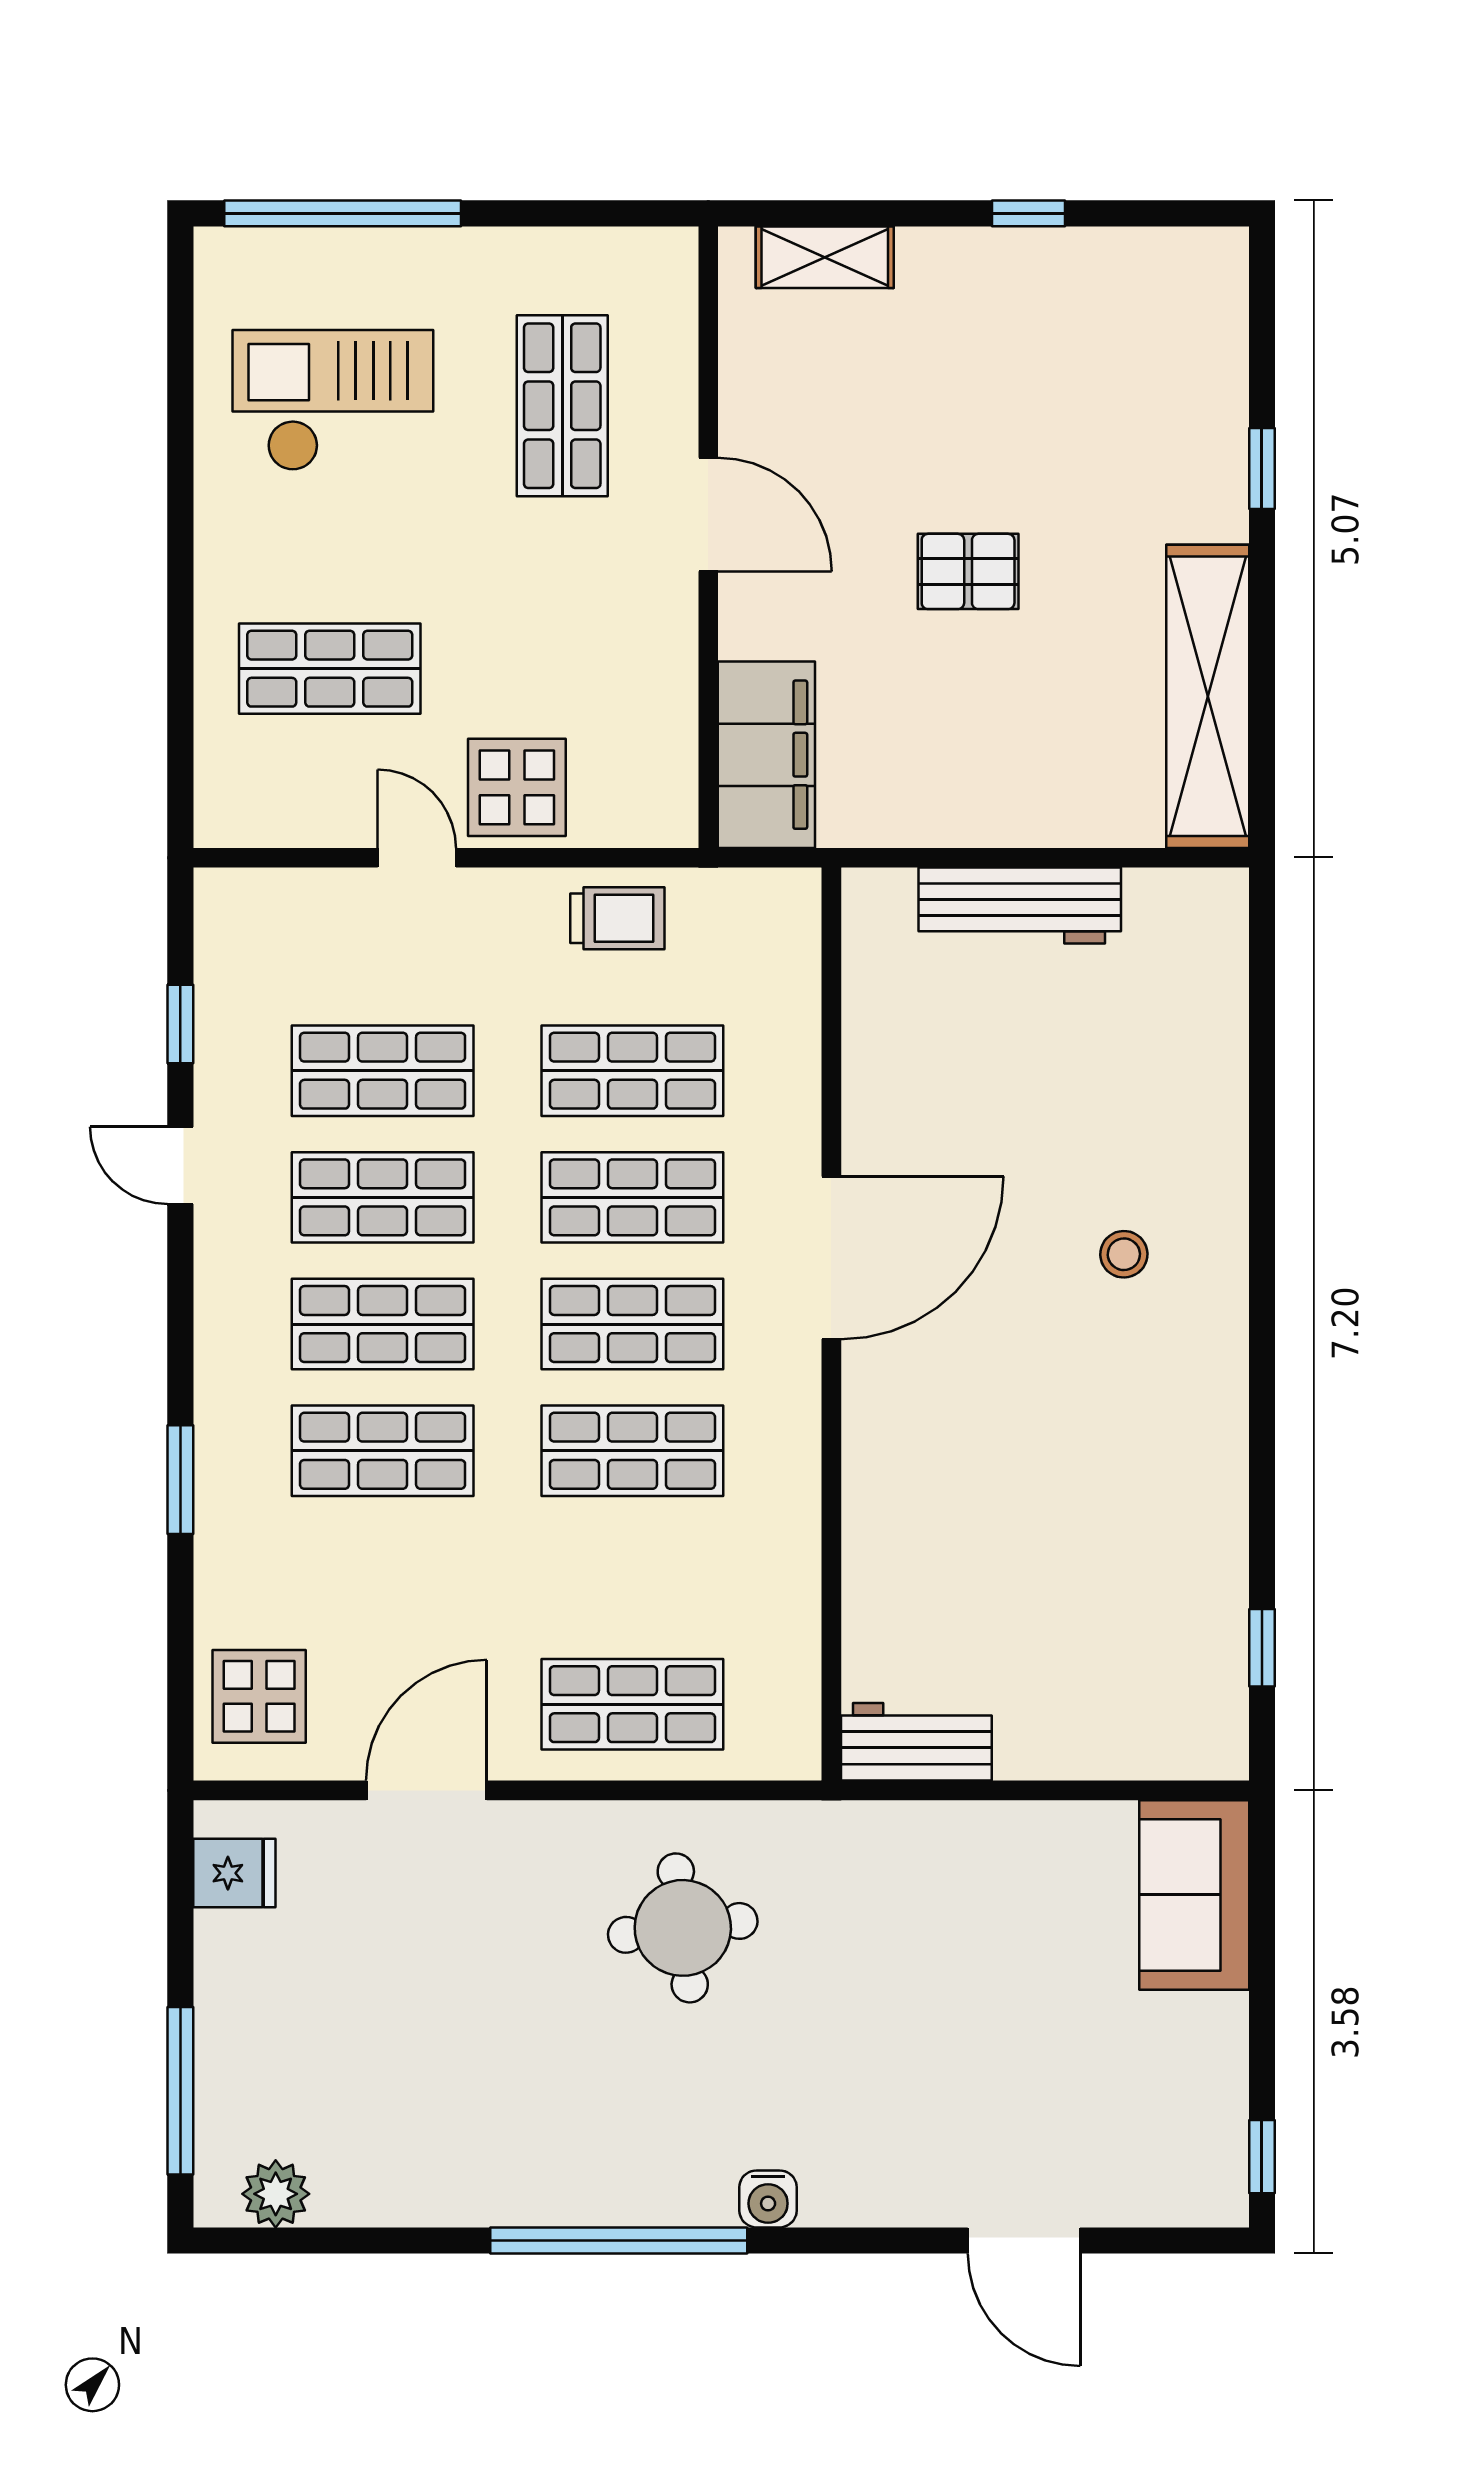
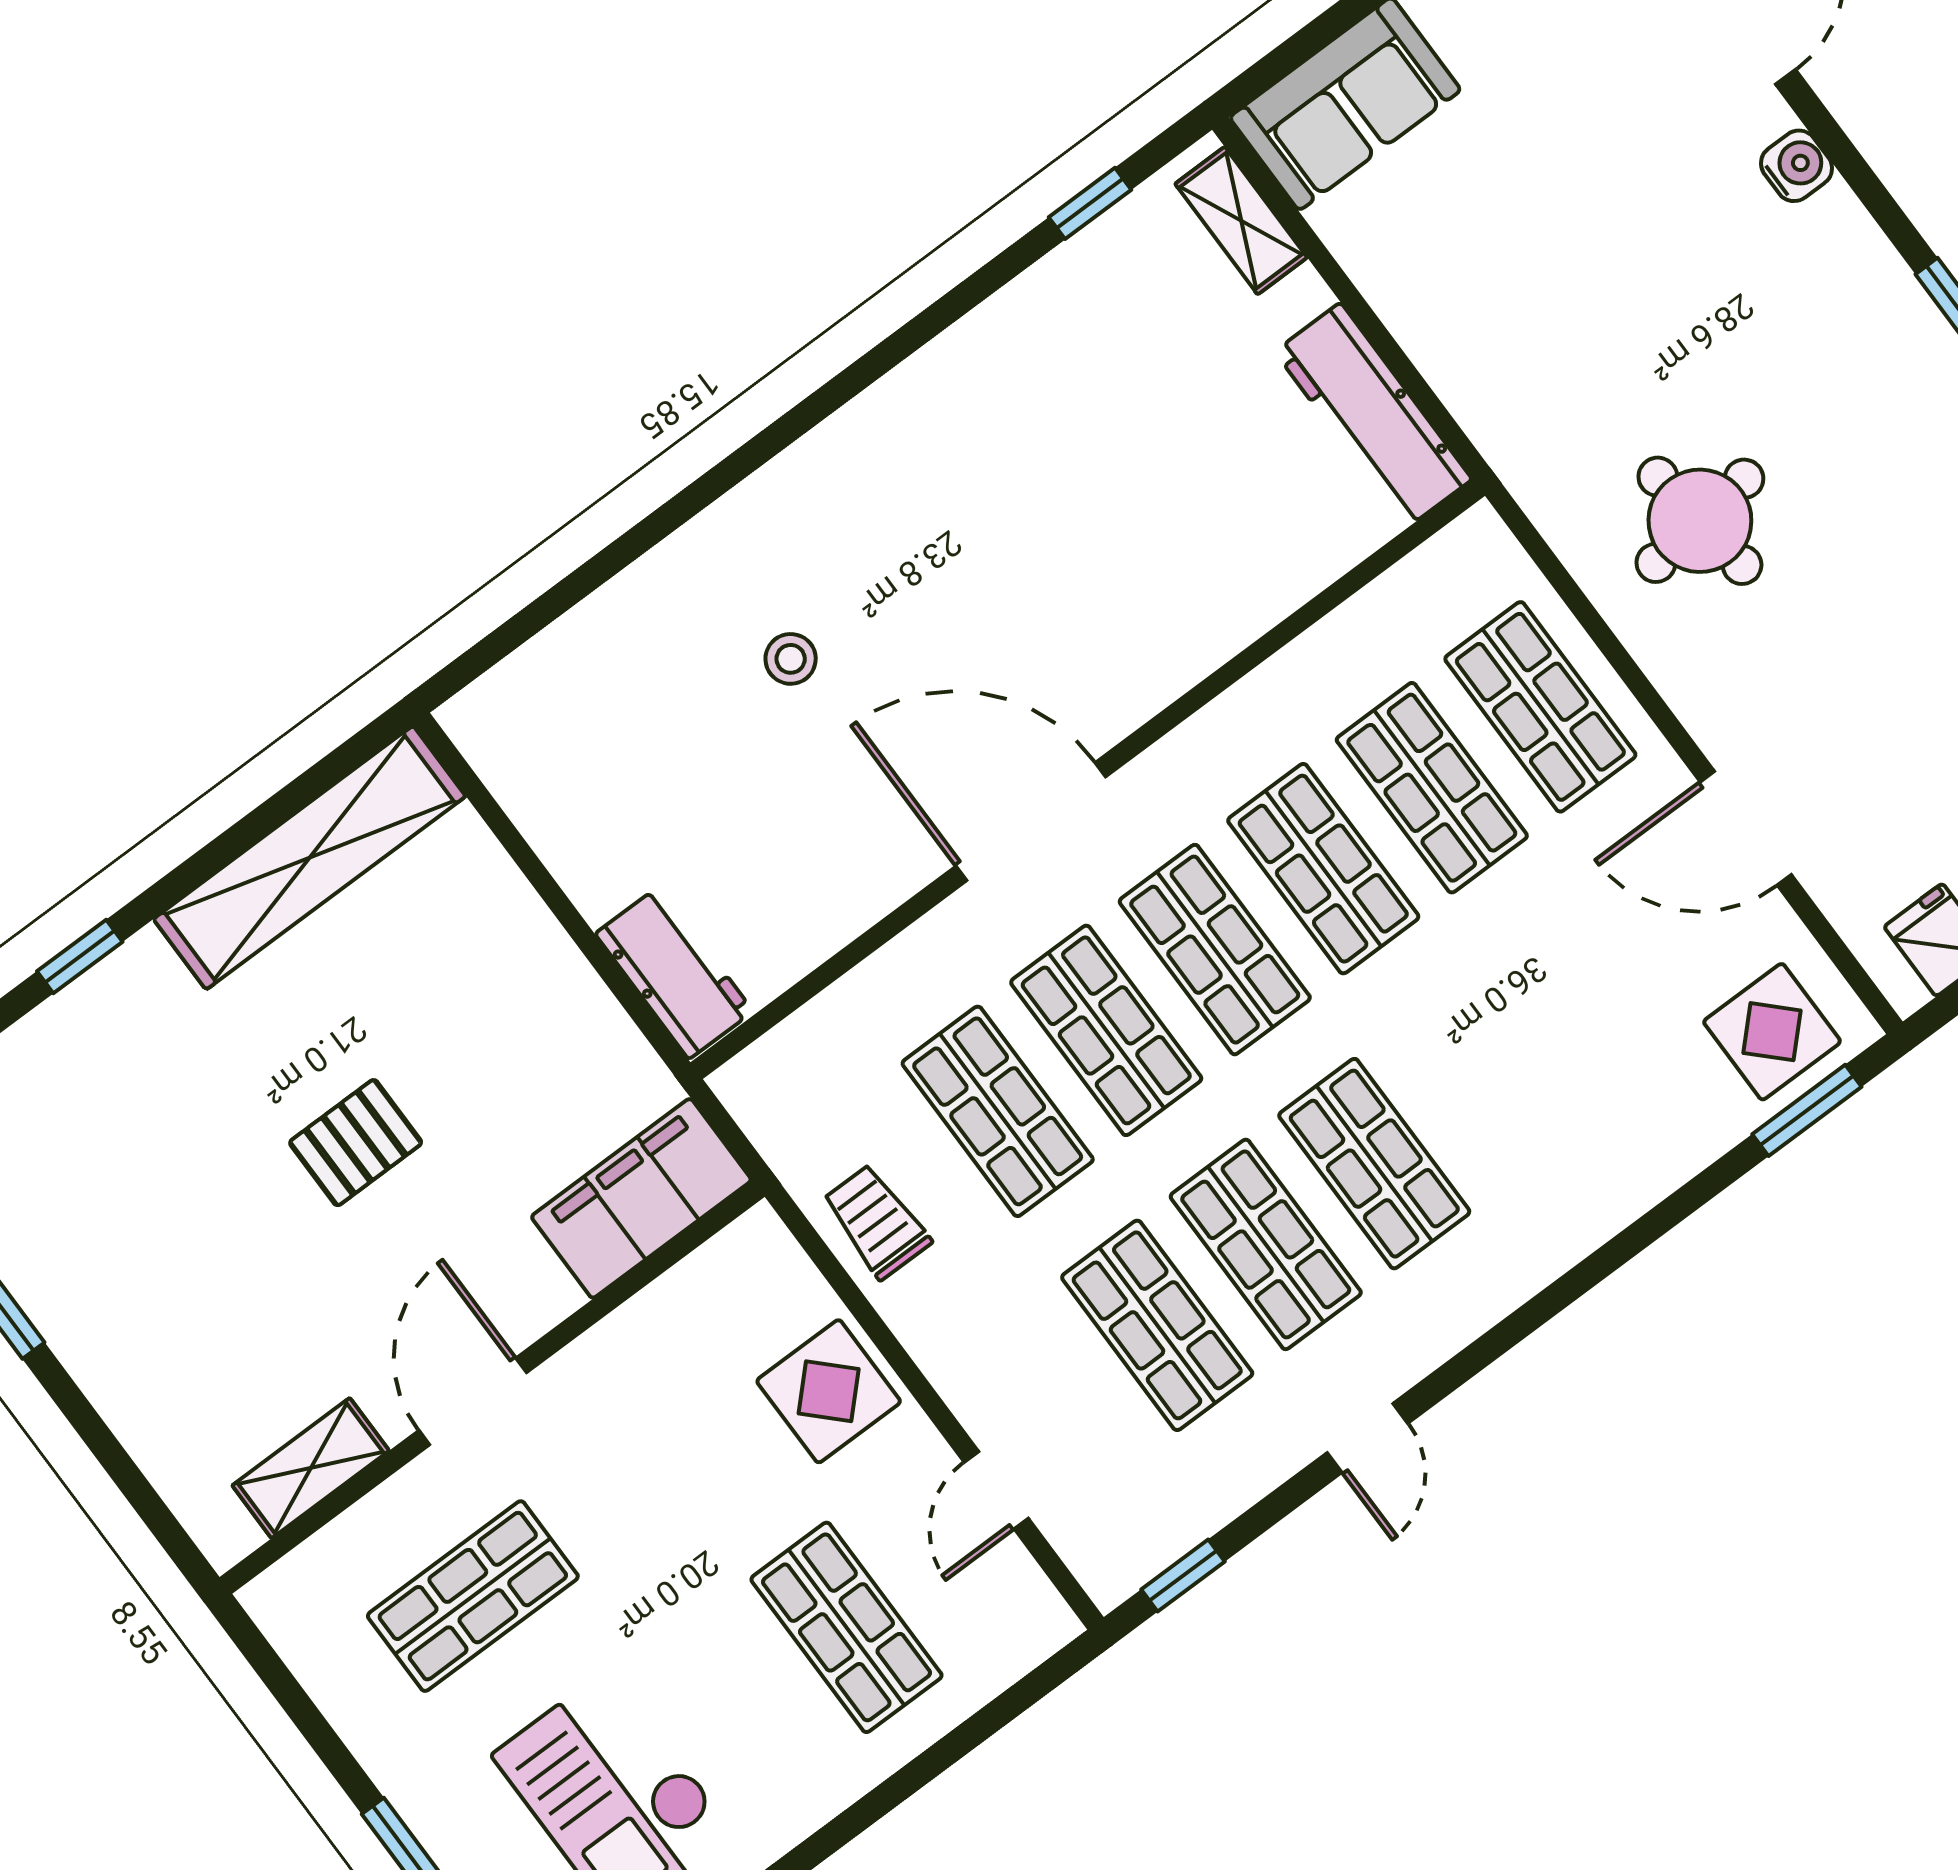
shelving: (825, 257) -> (311, 1468), moved, turned 90
pallet: (968, 571) -> (356, 1143), turned 90
door: (417, 858) -> (996, 1490), moved
workbench: (1020, 906) -> (674, 973), moved, width x0.73
window: (180, 1024) -> (1183, 1576), moved
stool: (1124, 1254) -> (791, 659), moved
shop shelf: (383, 1451) -> (1432, 788), moved
window: (180, 1480) -> (1807, 1110), moved
workbench: (916, 1742) -> (1373, 415), width x1.38
shelving: (1165, 1752) -> (1241, 221), added
water cooler: (768, 2199) -> (1796, 166), moved

